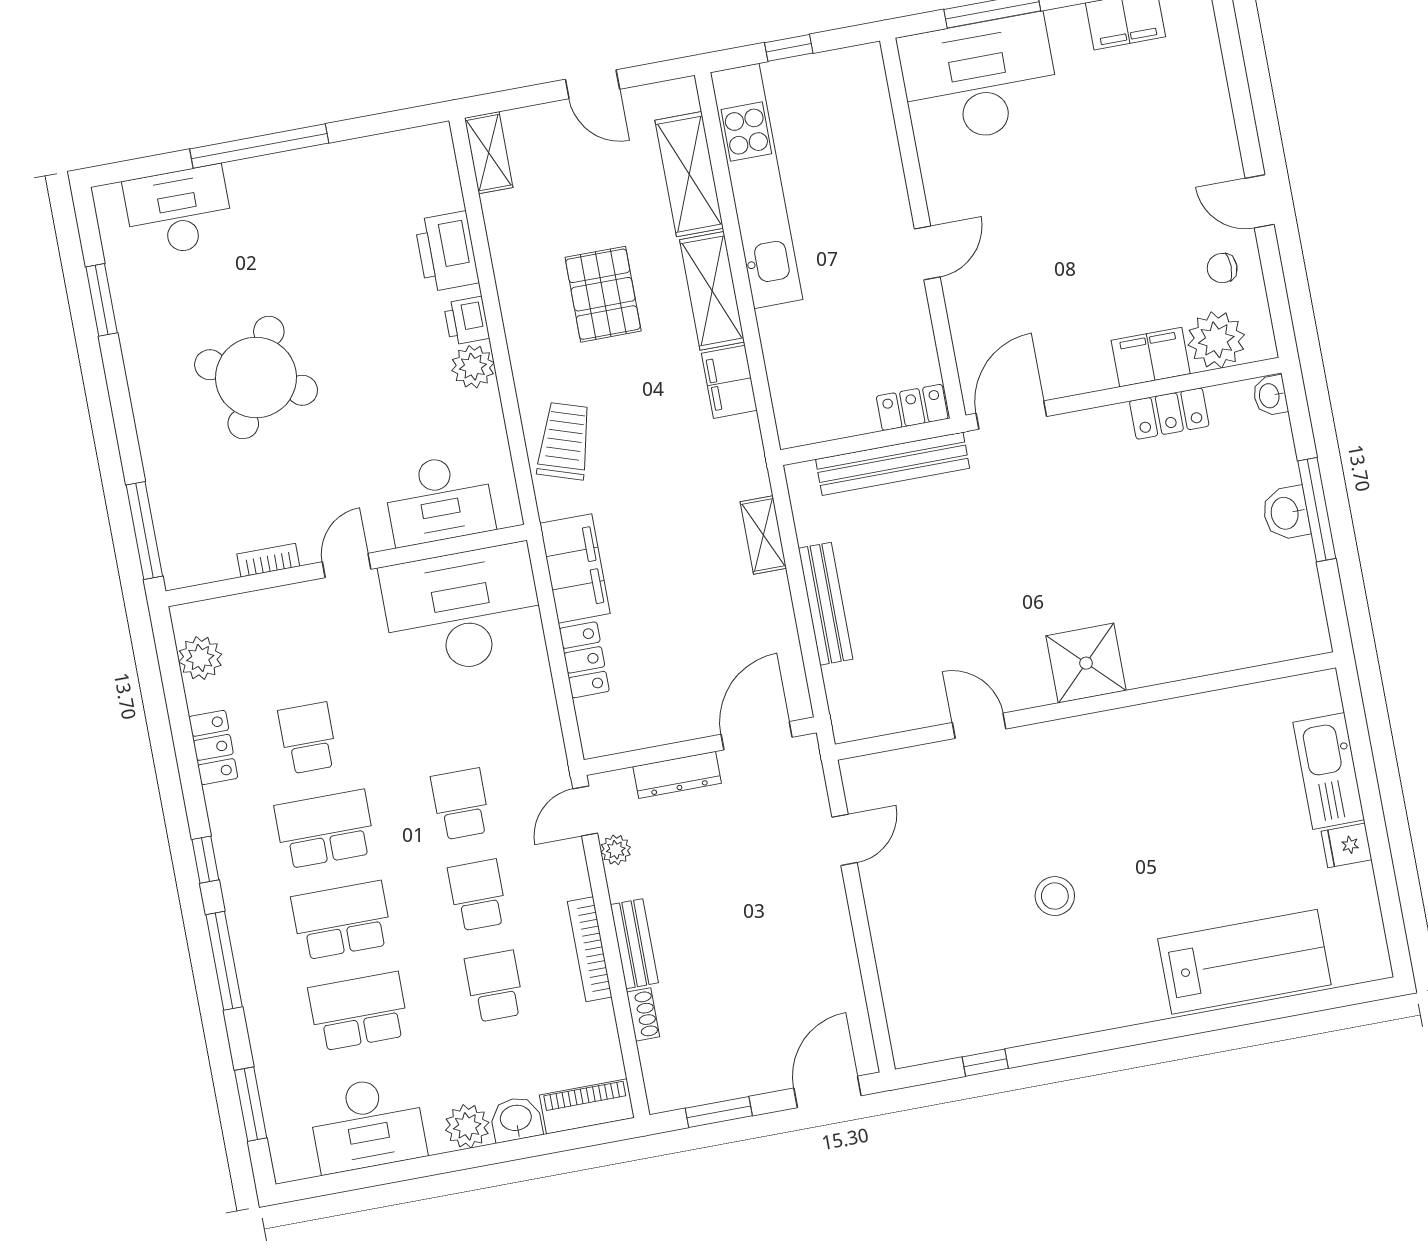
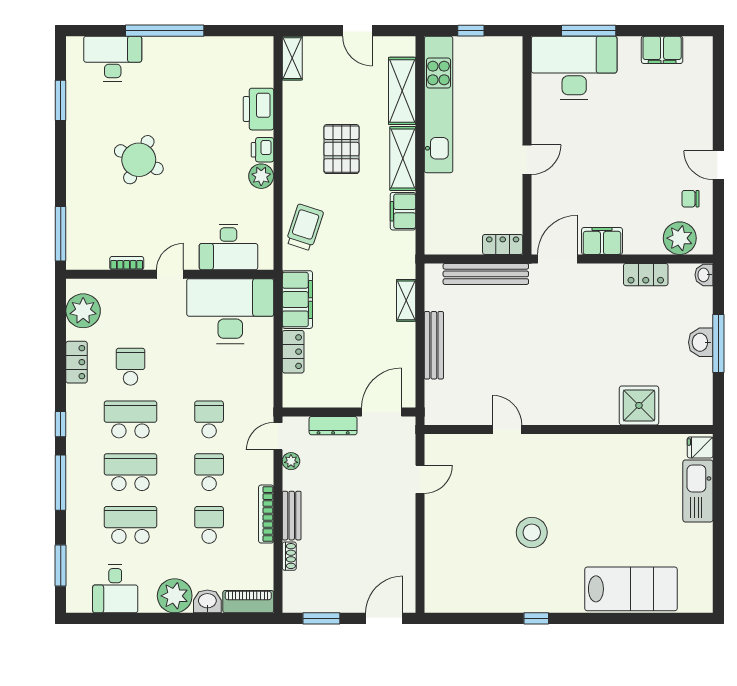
filing cabinet: (1151, 357) -> (602, 241), moved
round table: (256, 377) -> (139, 160), width x0.73, depth x0.73
plant: (200, 658) -> (83, 311), width x1.36, depth x1.36
shower: (1086, 663) -> (639, 405), moved
fridge: (1347, 845) -> (700, 447), moved
stool: (1055, 896) -> (532, 532), width x1.38, depth x1.38
window: (985, 1063) -> (536, 618), moved
desk: (367, 1124) -> (115, 589), width x0.73
plant: (467, 1126) -> (175, 596), width x1.36, depth x1.36

